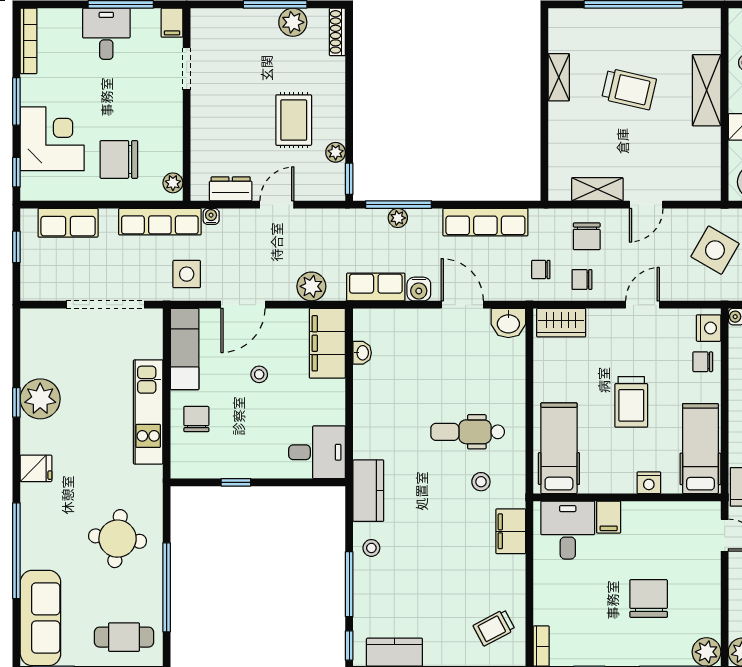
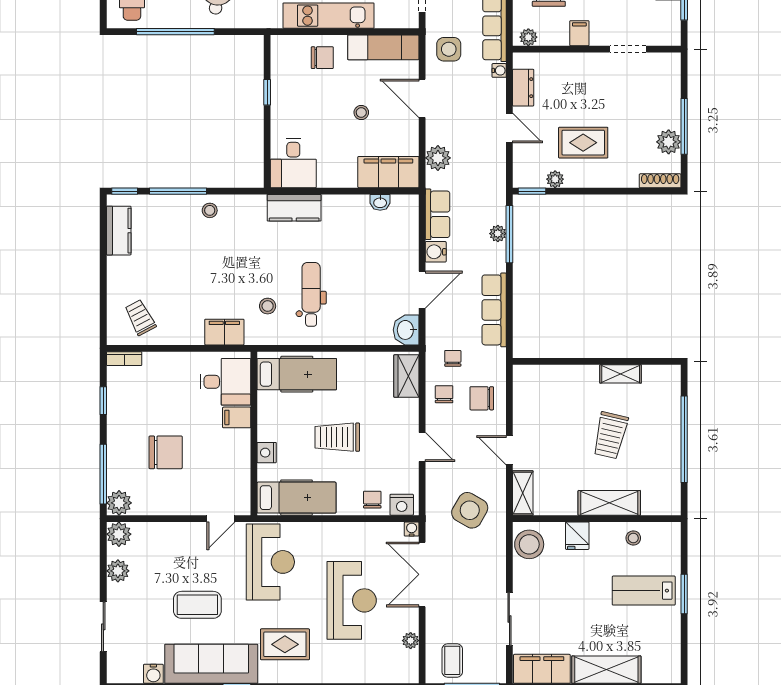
filing cabinet: (172, 23) -> (579, 33), moved, turned 90
shelving: (597, 189) -> (523, 493), moved
kitchen counter: (368, 491) -> (294, 208), moved

